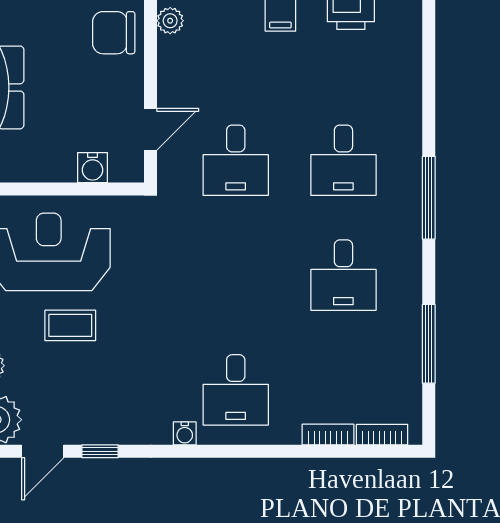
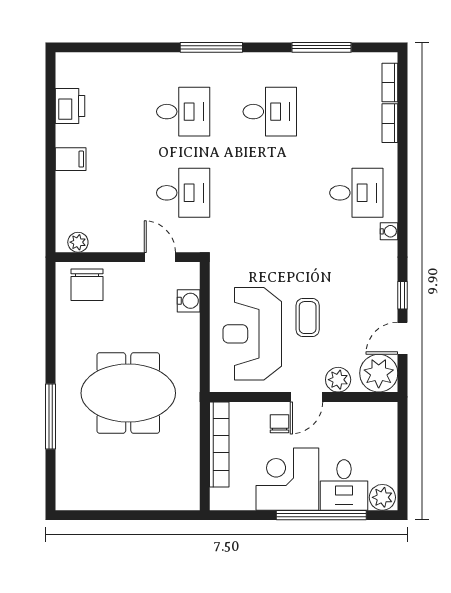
door: (43, 451) -> (403, 338), swing flipped

